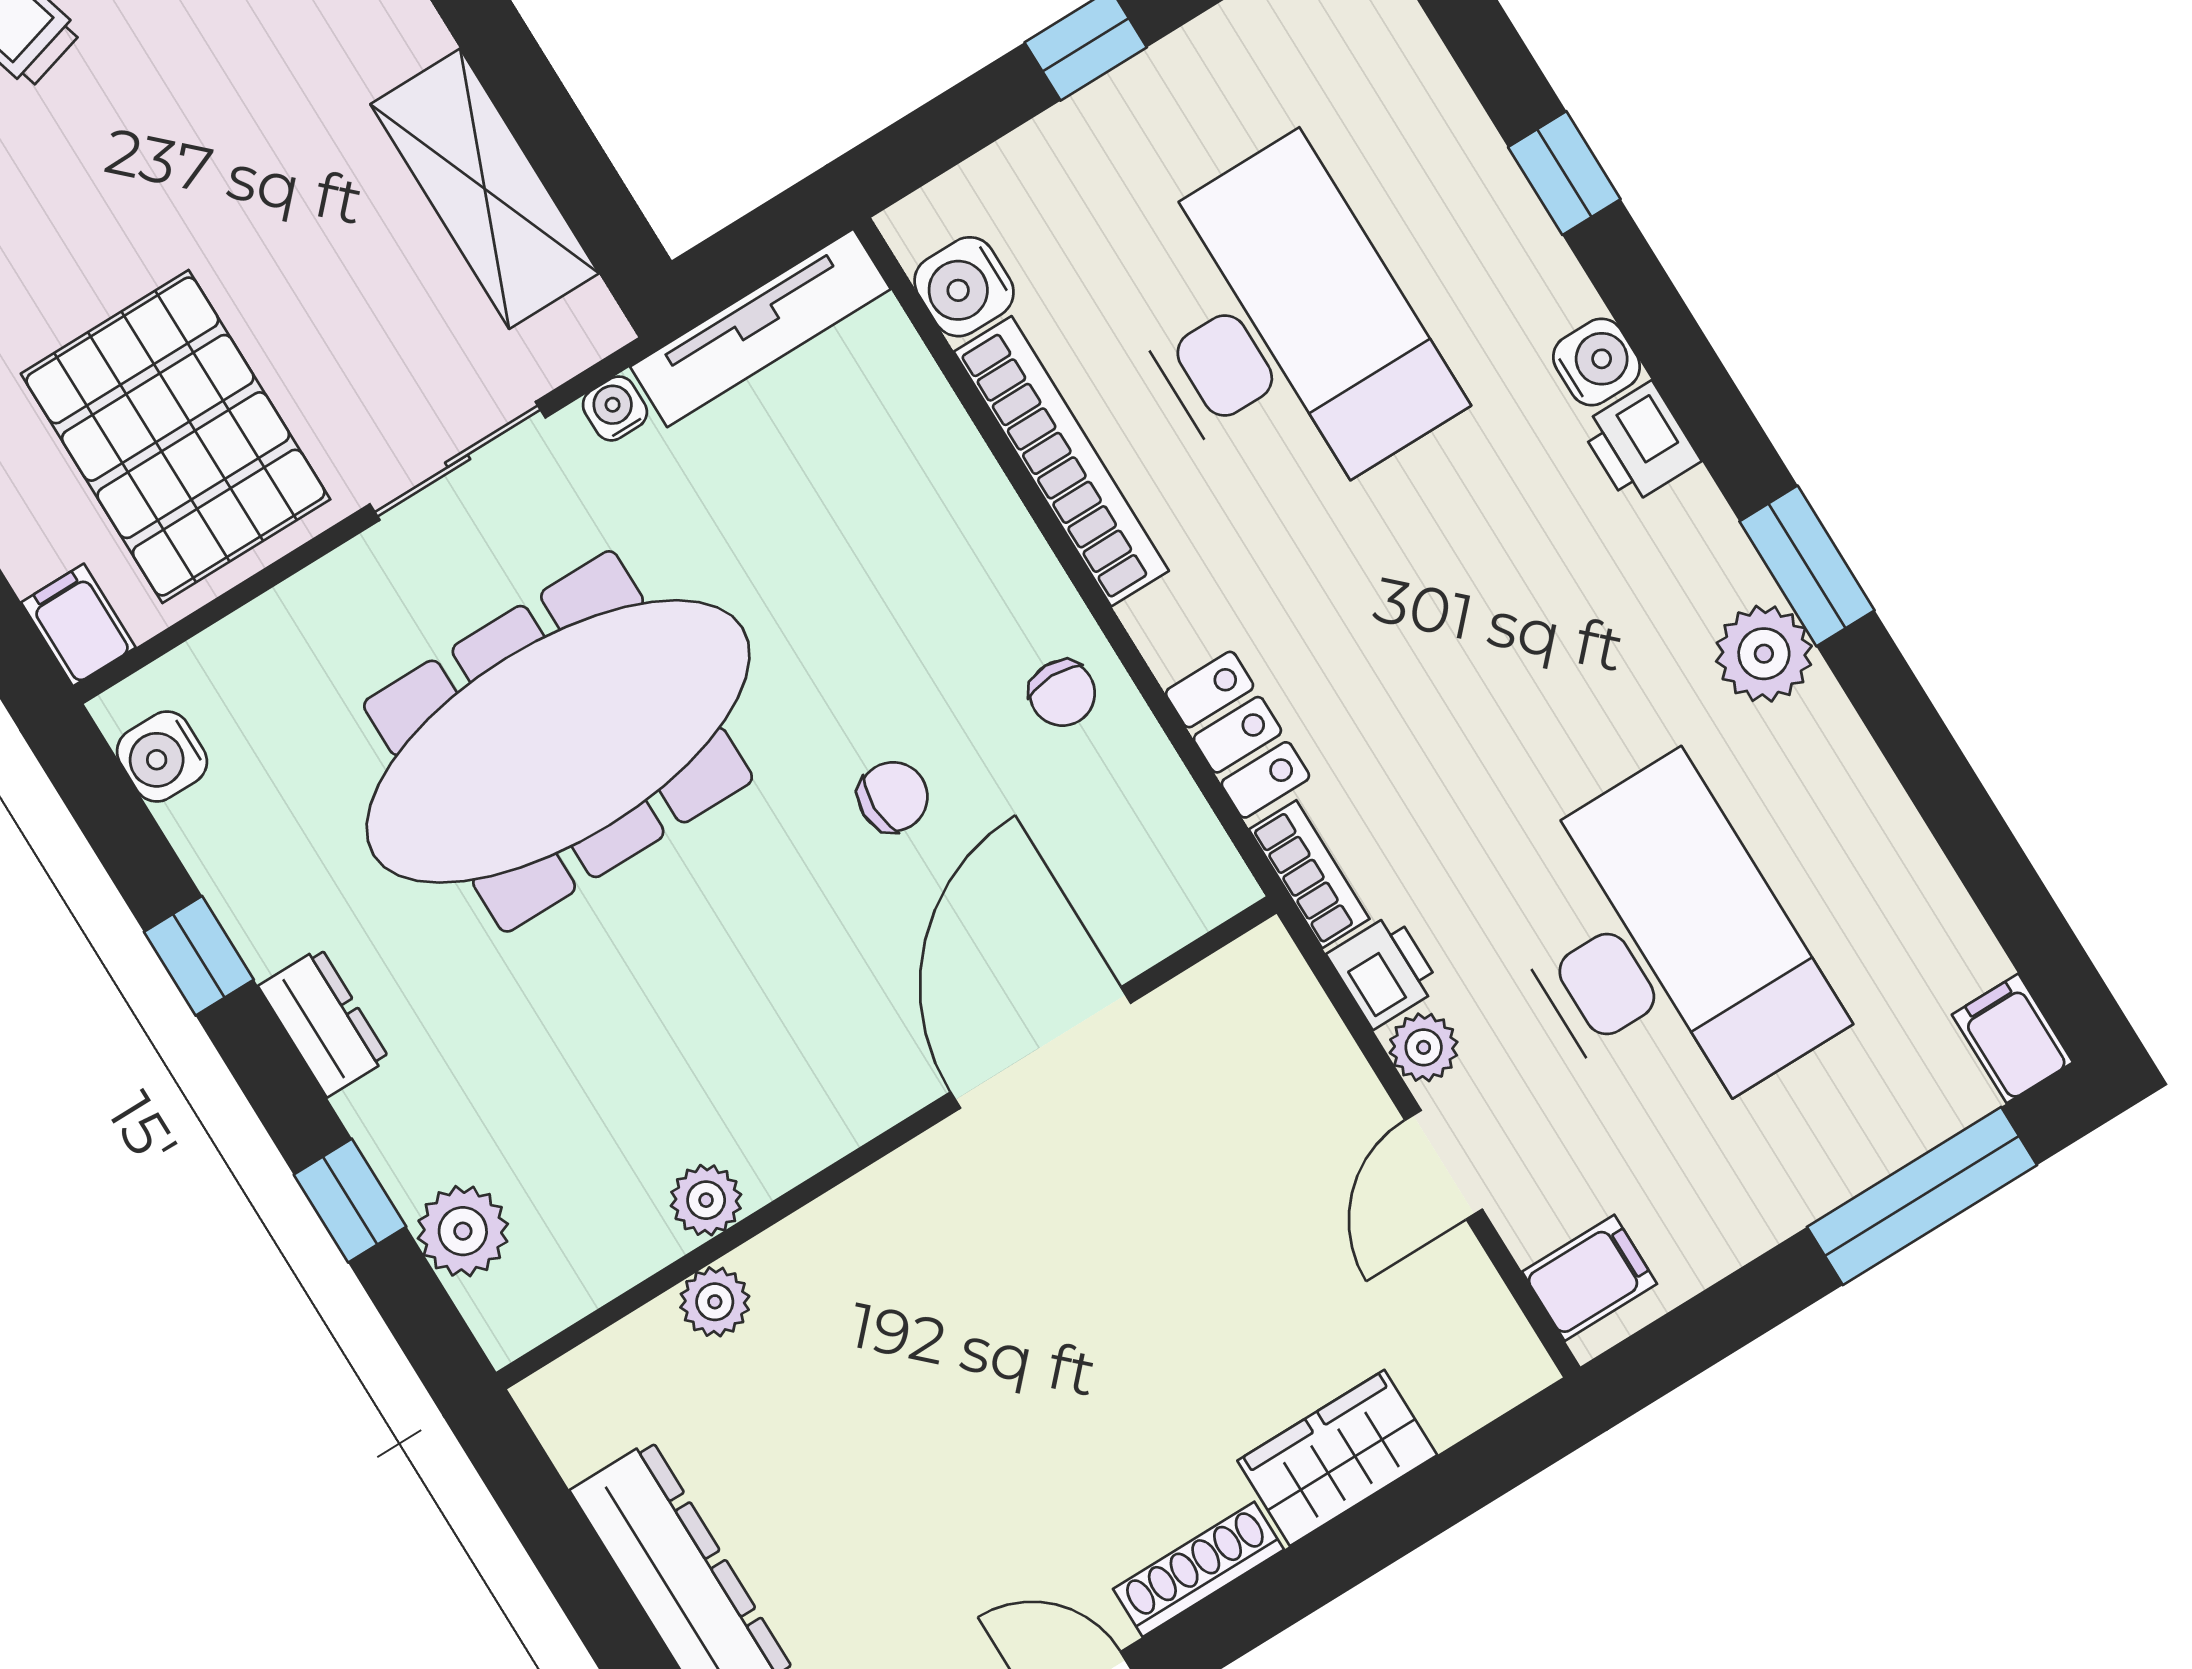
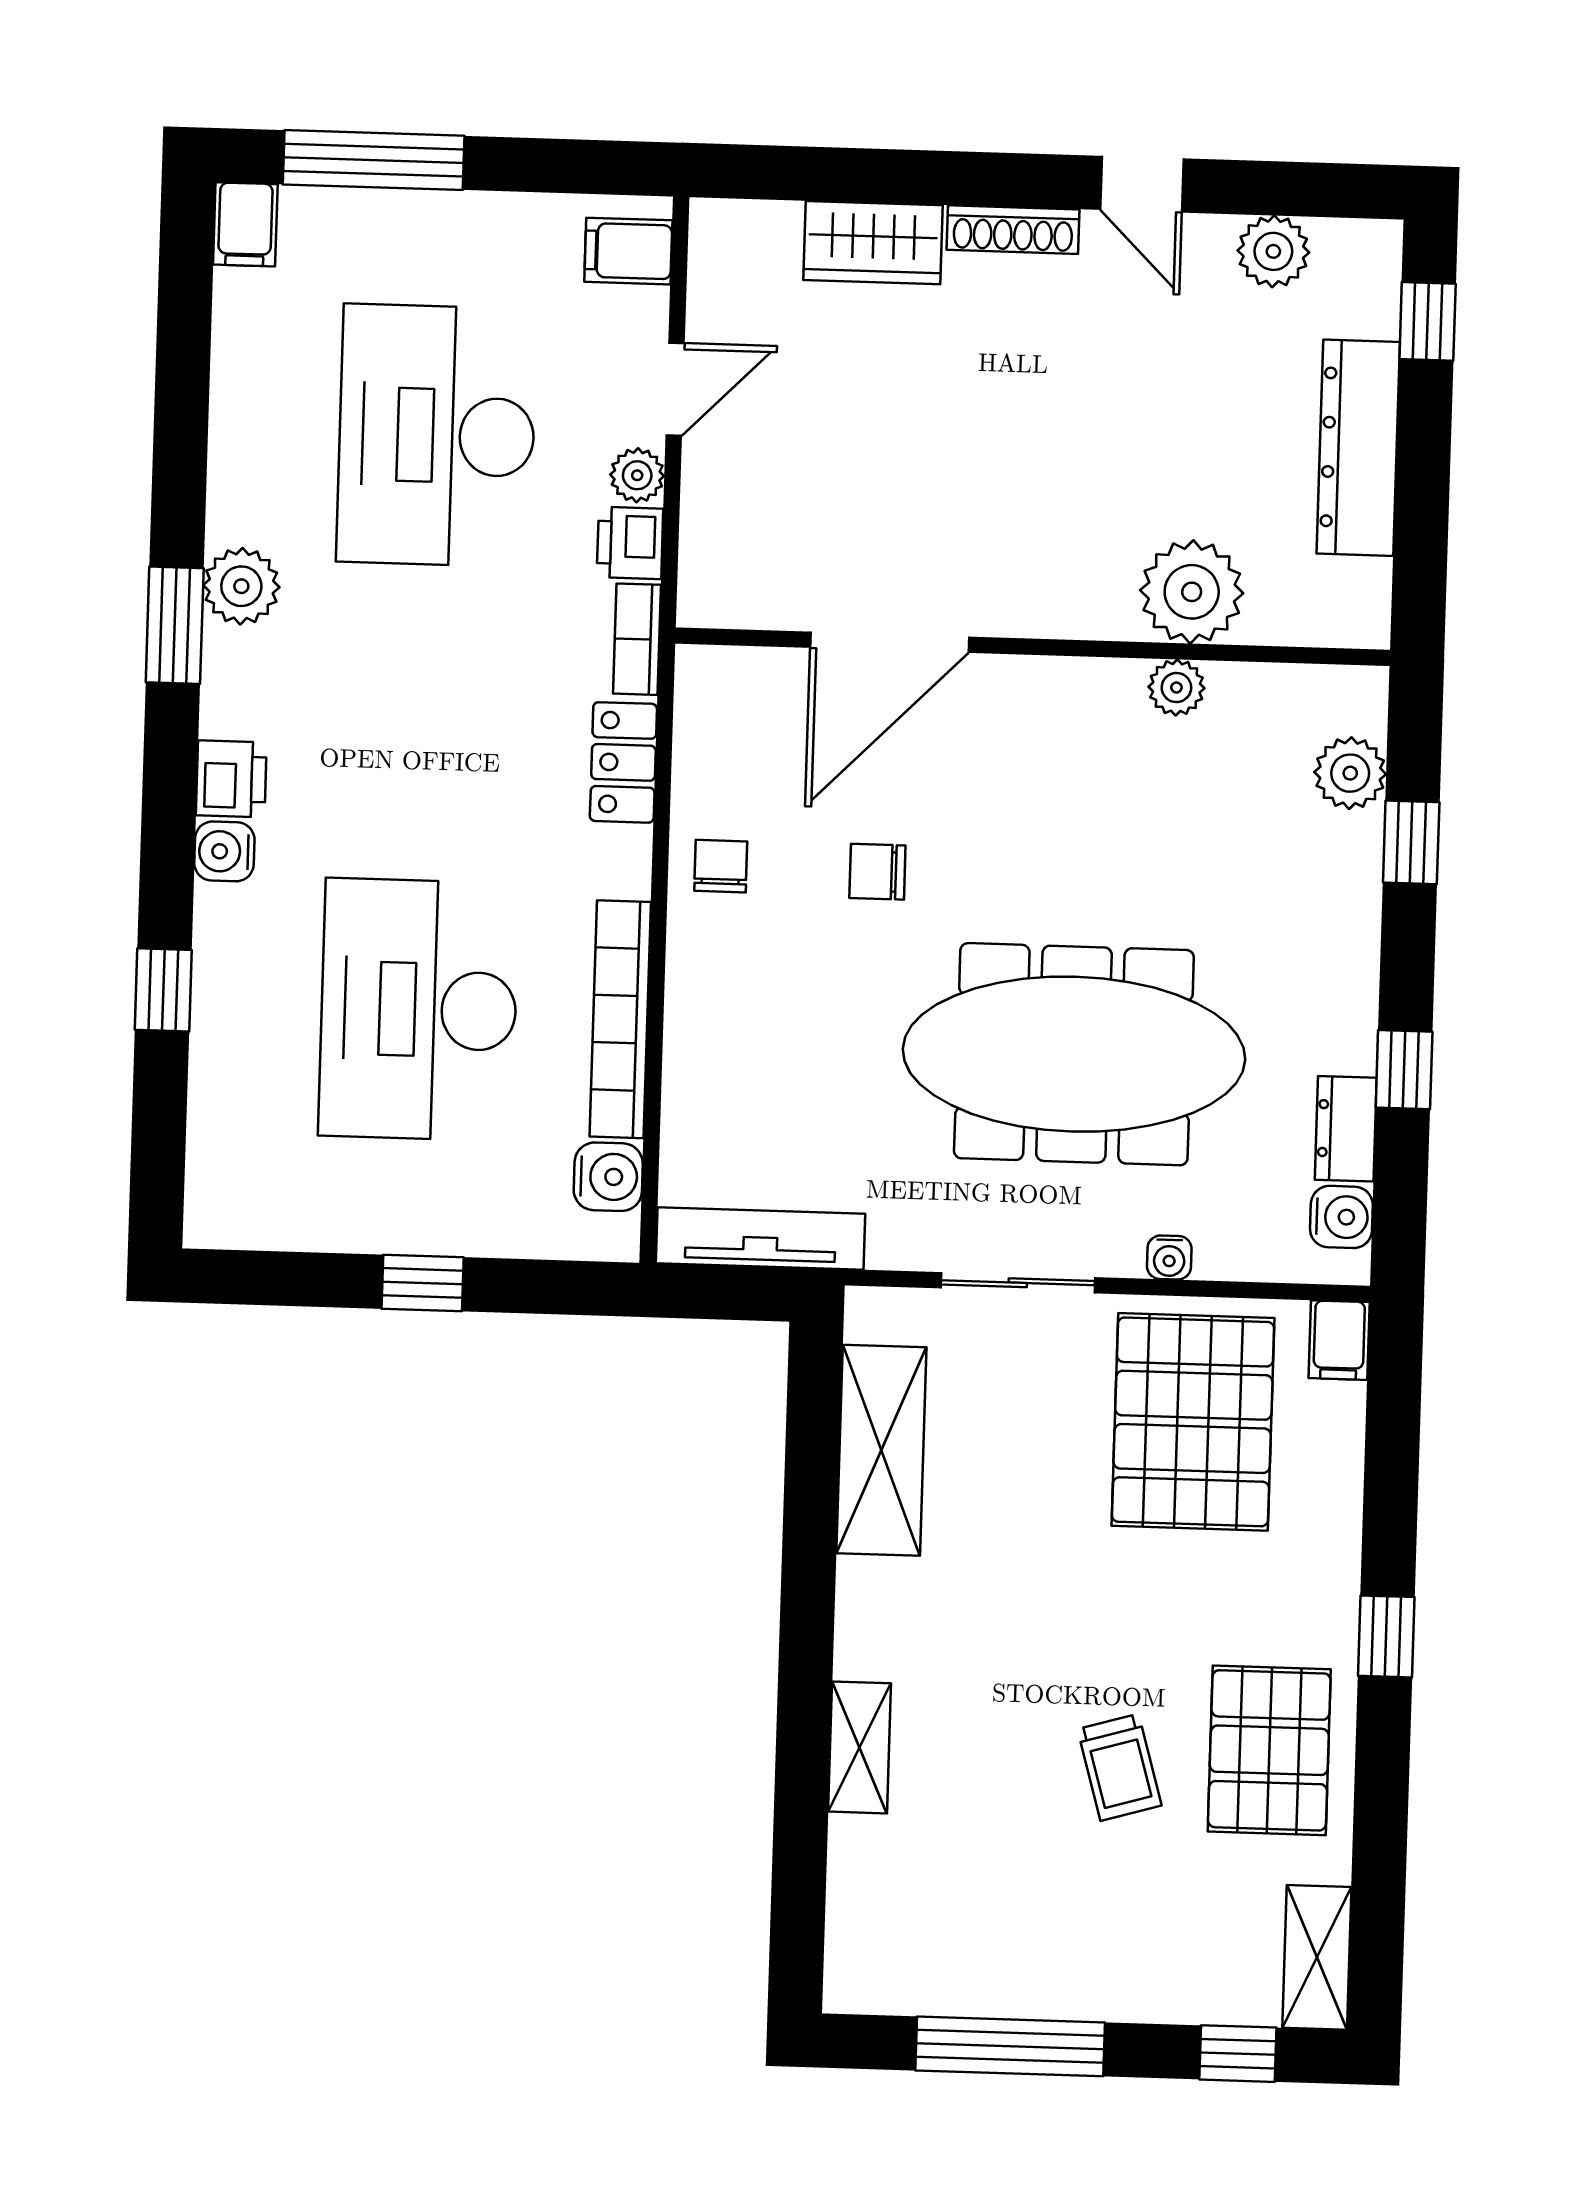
water cooler: (615, 408) -> (1169, 1257), moved
dresser: (324, 1022) -> (1346, 1129), moved
plant: (715, 1302) -> (1192, 592), width x1.88, depth x1.88

